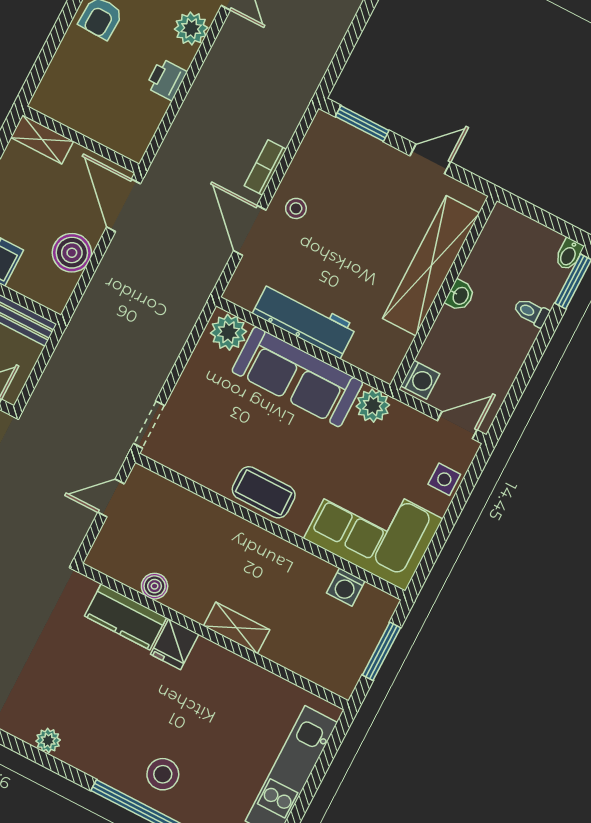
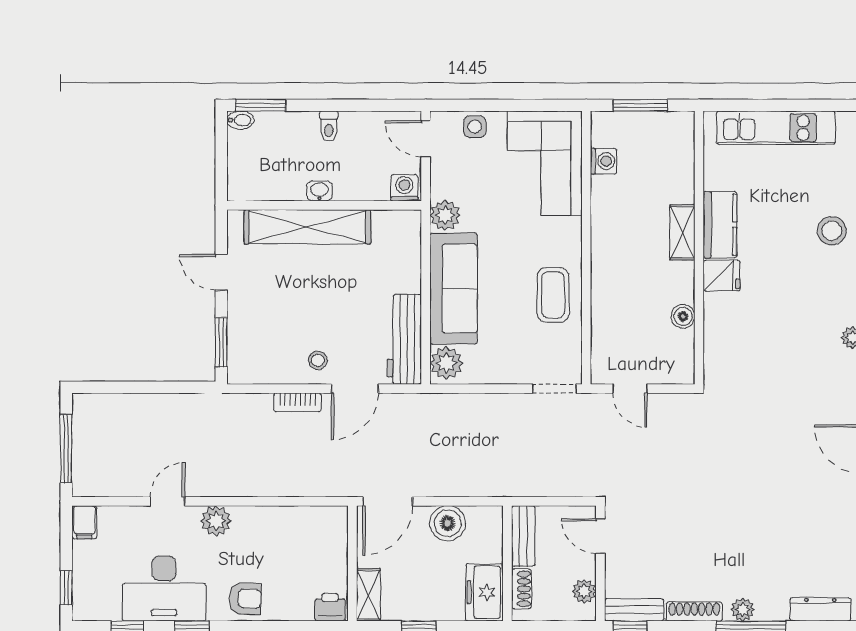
printer: (166, 79) -> (330, 607), moved, turned 180
toilet: (531, 312) -> (329, 126), moved
workbench: (304, 320) -> (404, 339), moved
coffee table: (264, 492) -> (553, 295), moved
kitchen counter: (126, 617) -> (720, 225), moved

